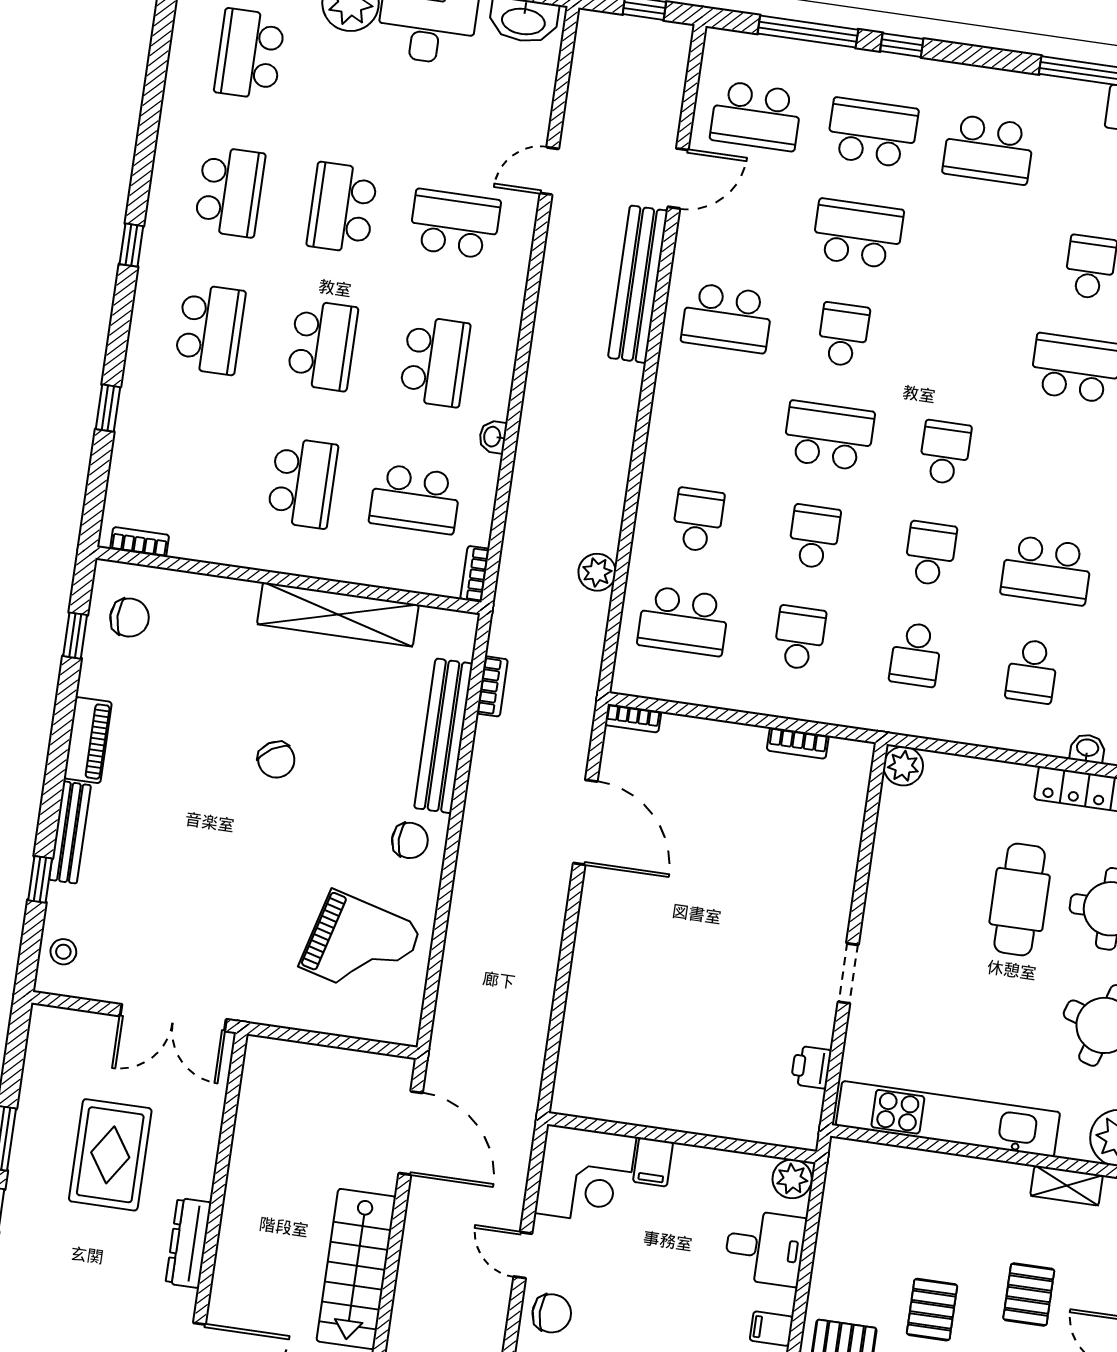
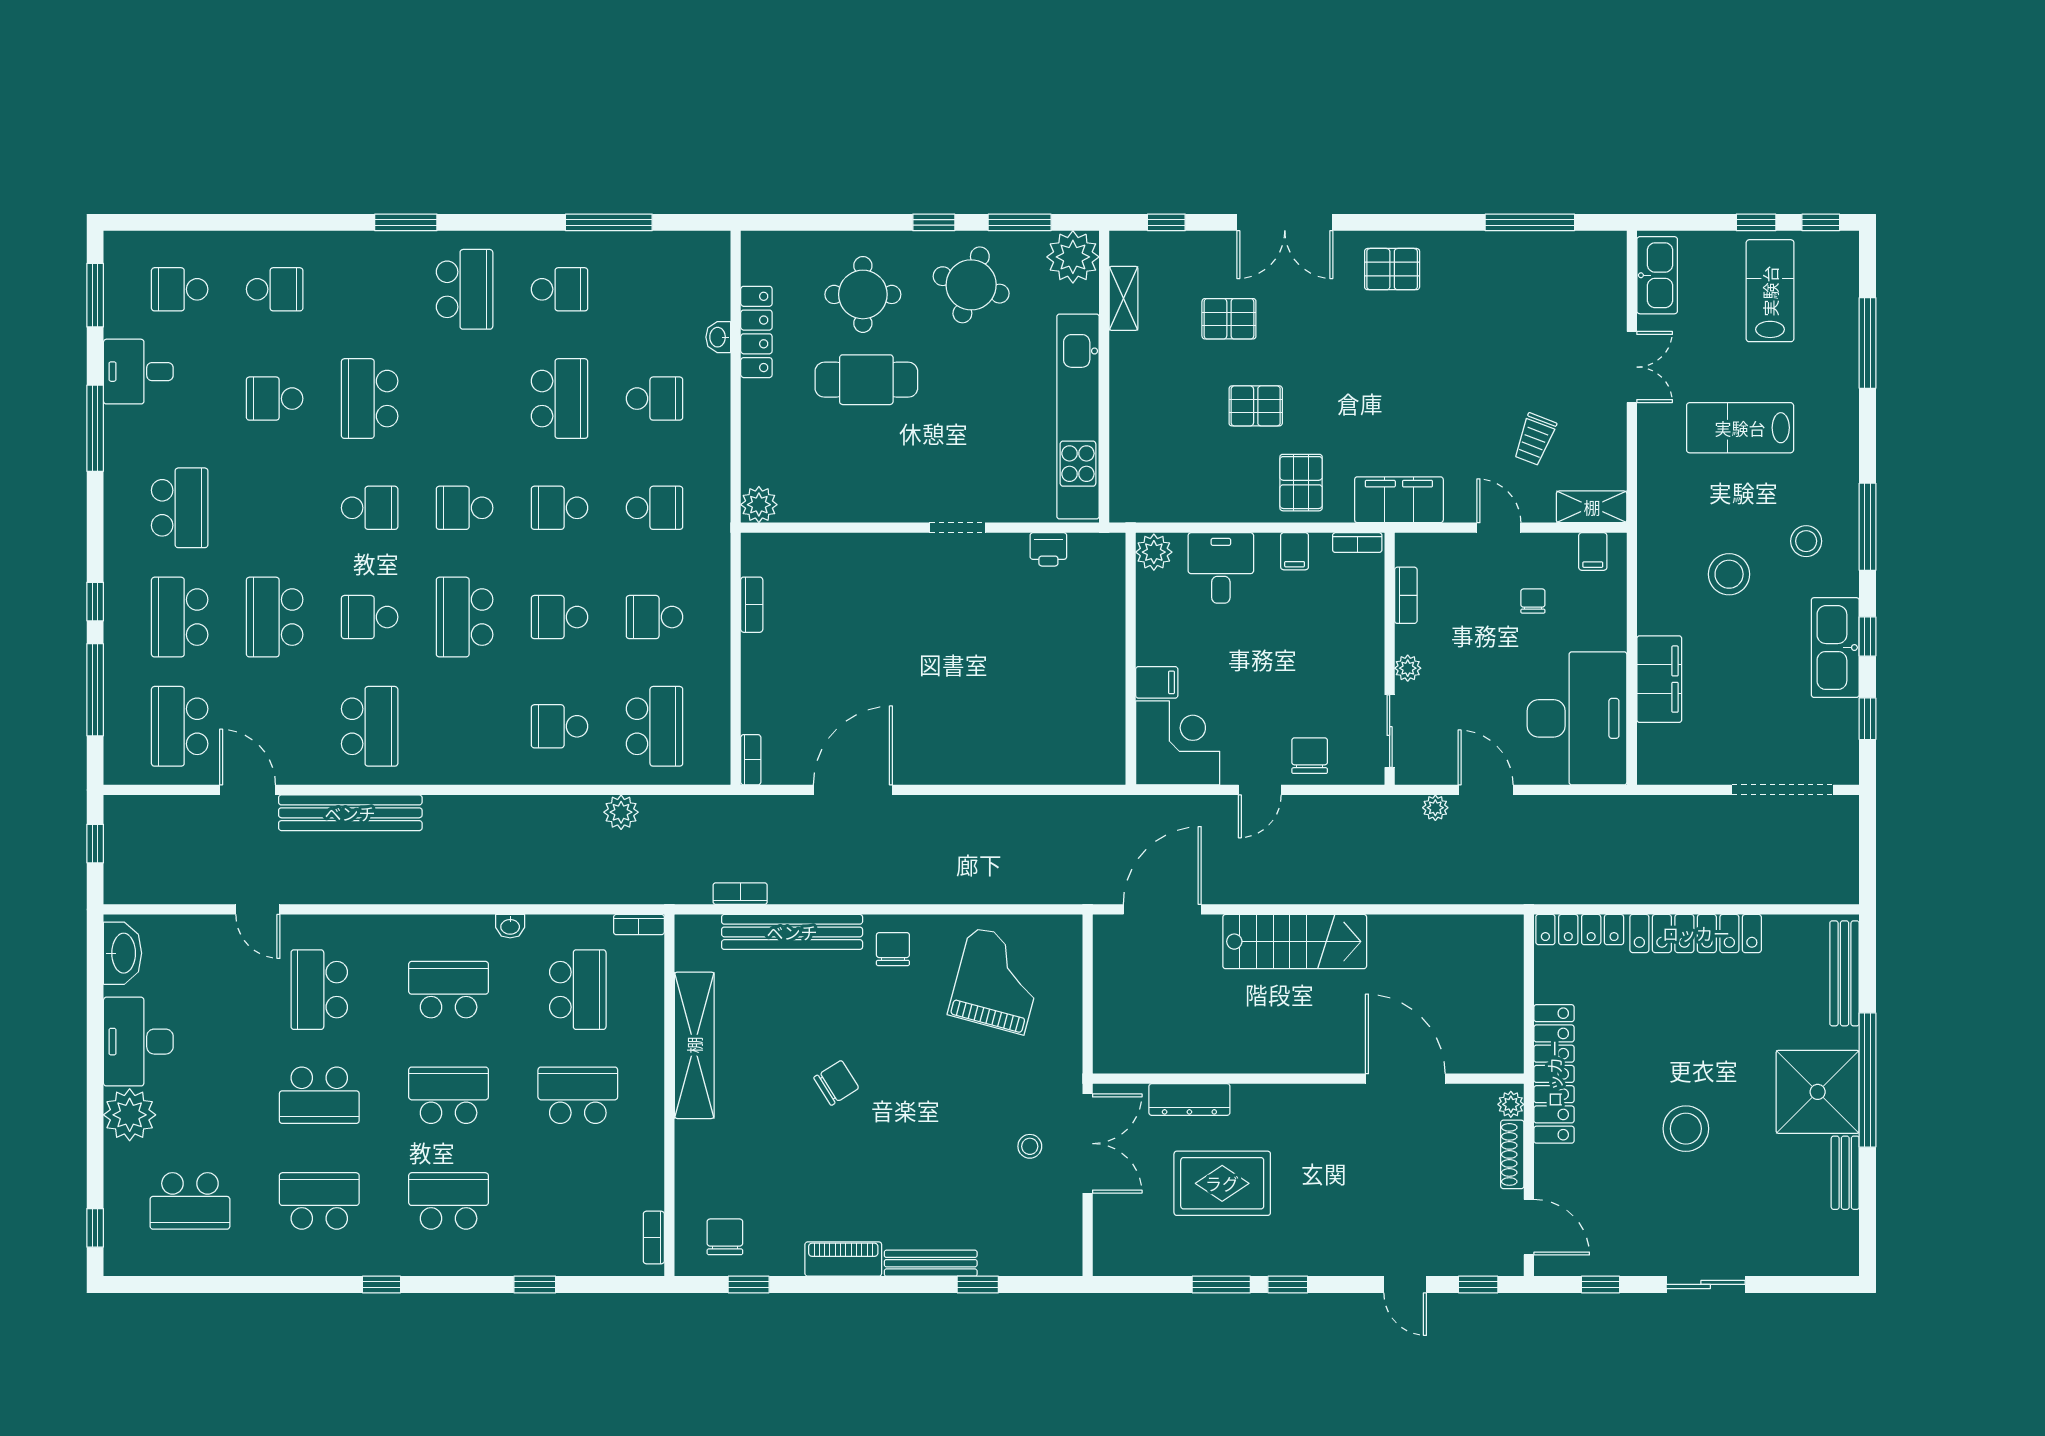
school desk: (756, 116) -> (180, 726), turned 180
school desk: (959, 351) -> (370, 508), added
stool: (63, 952) -> (1030, 1146), moved
dresser: (188, 1243) -> (1189, 1100), moved

